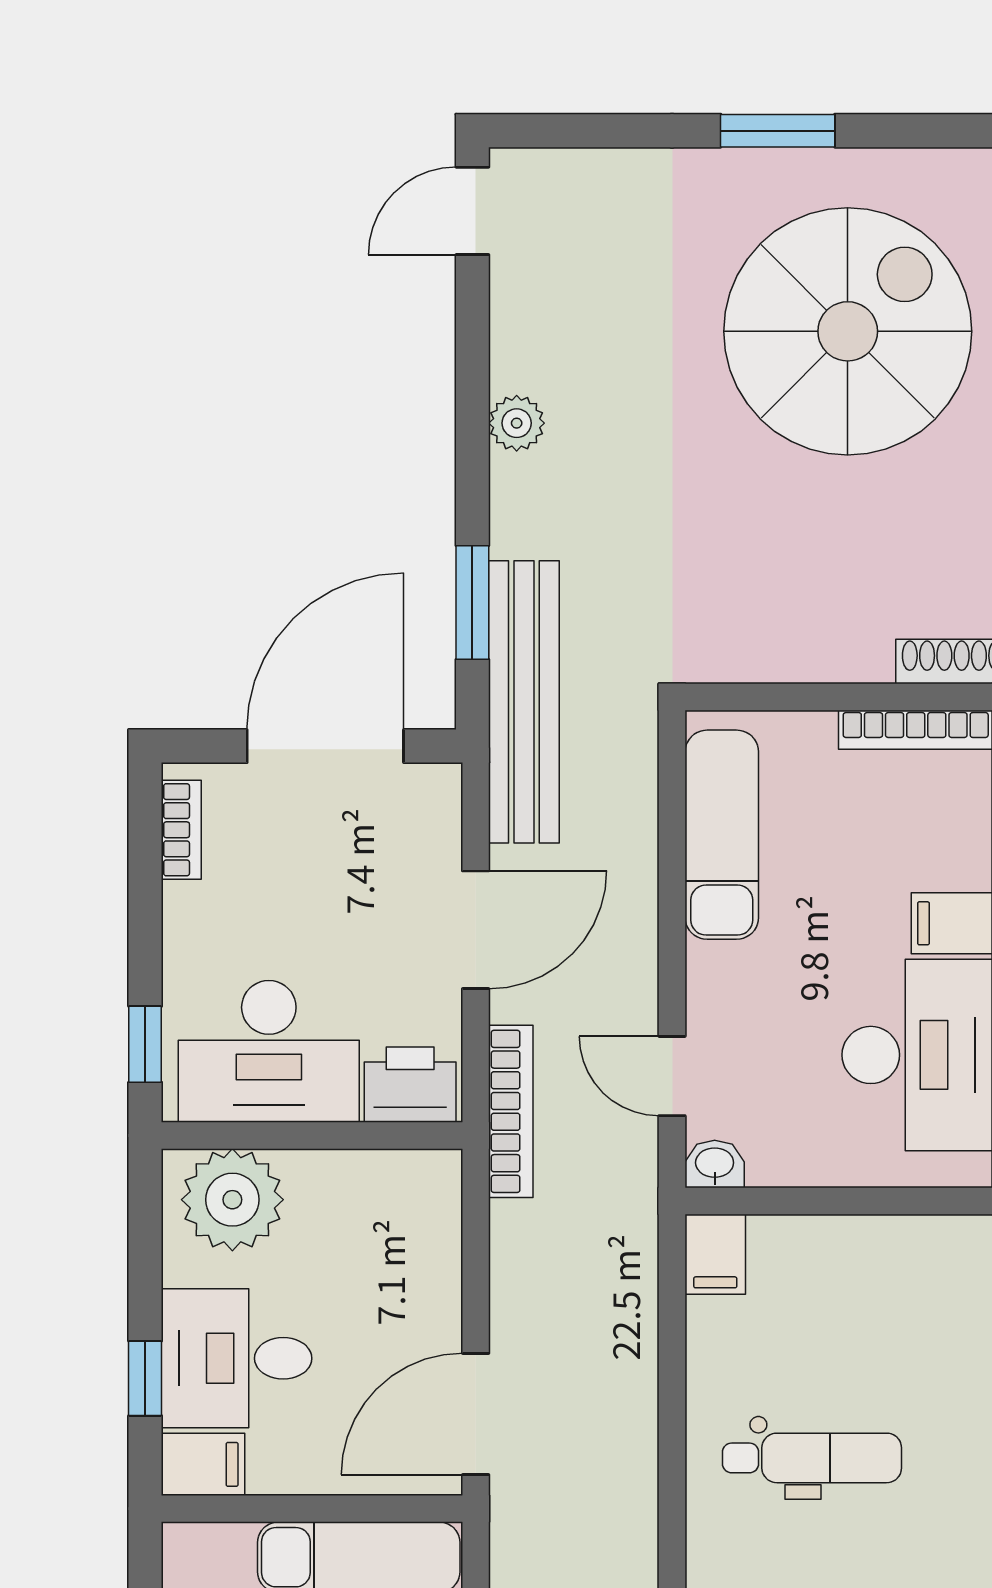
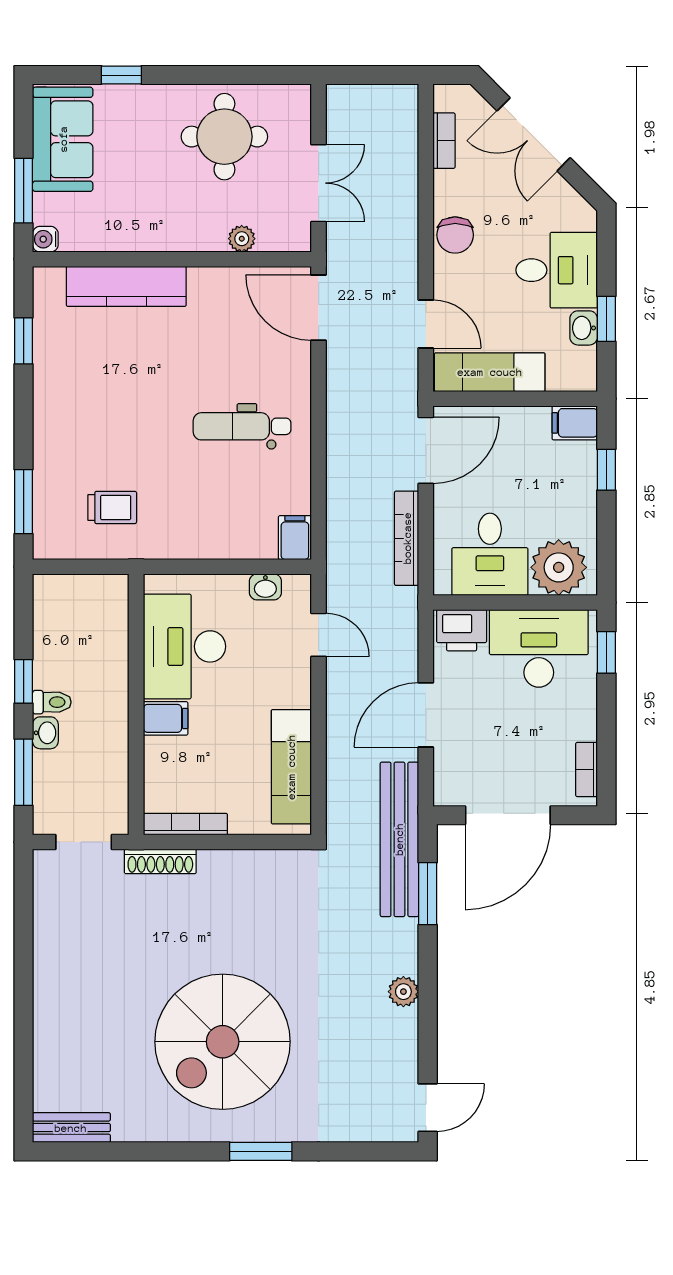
bookcase: (511, 1111) -> (407, 538), moved
washbasin: (715, 1164) -> (265, 587), moved
desk: (237, 1358) -> (490, 554), moved, turned 90

